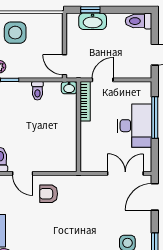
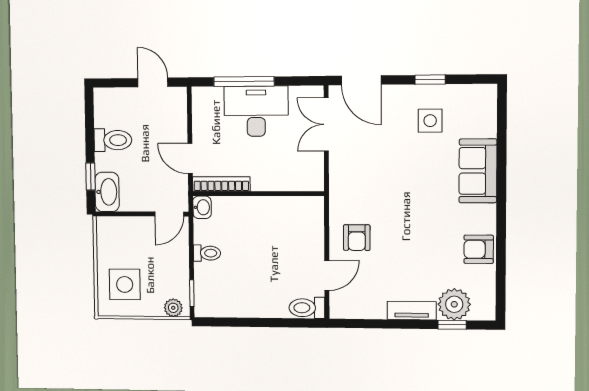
washbasin: (93, 21) -> (107, 192), moved
toilet: (139, 21) -> (113, 140), moved, turned -90

